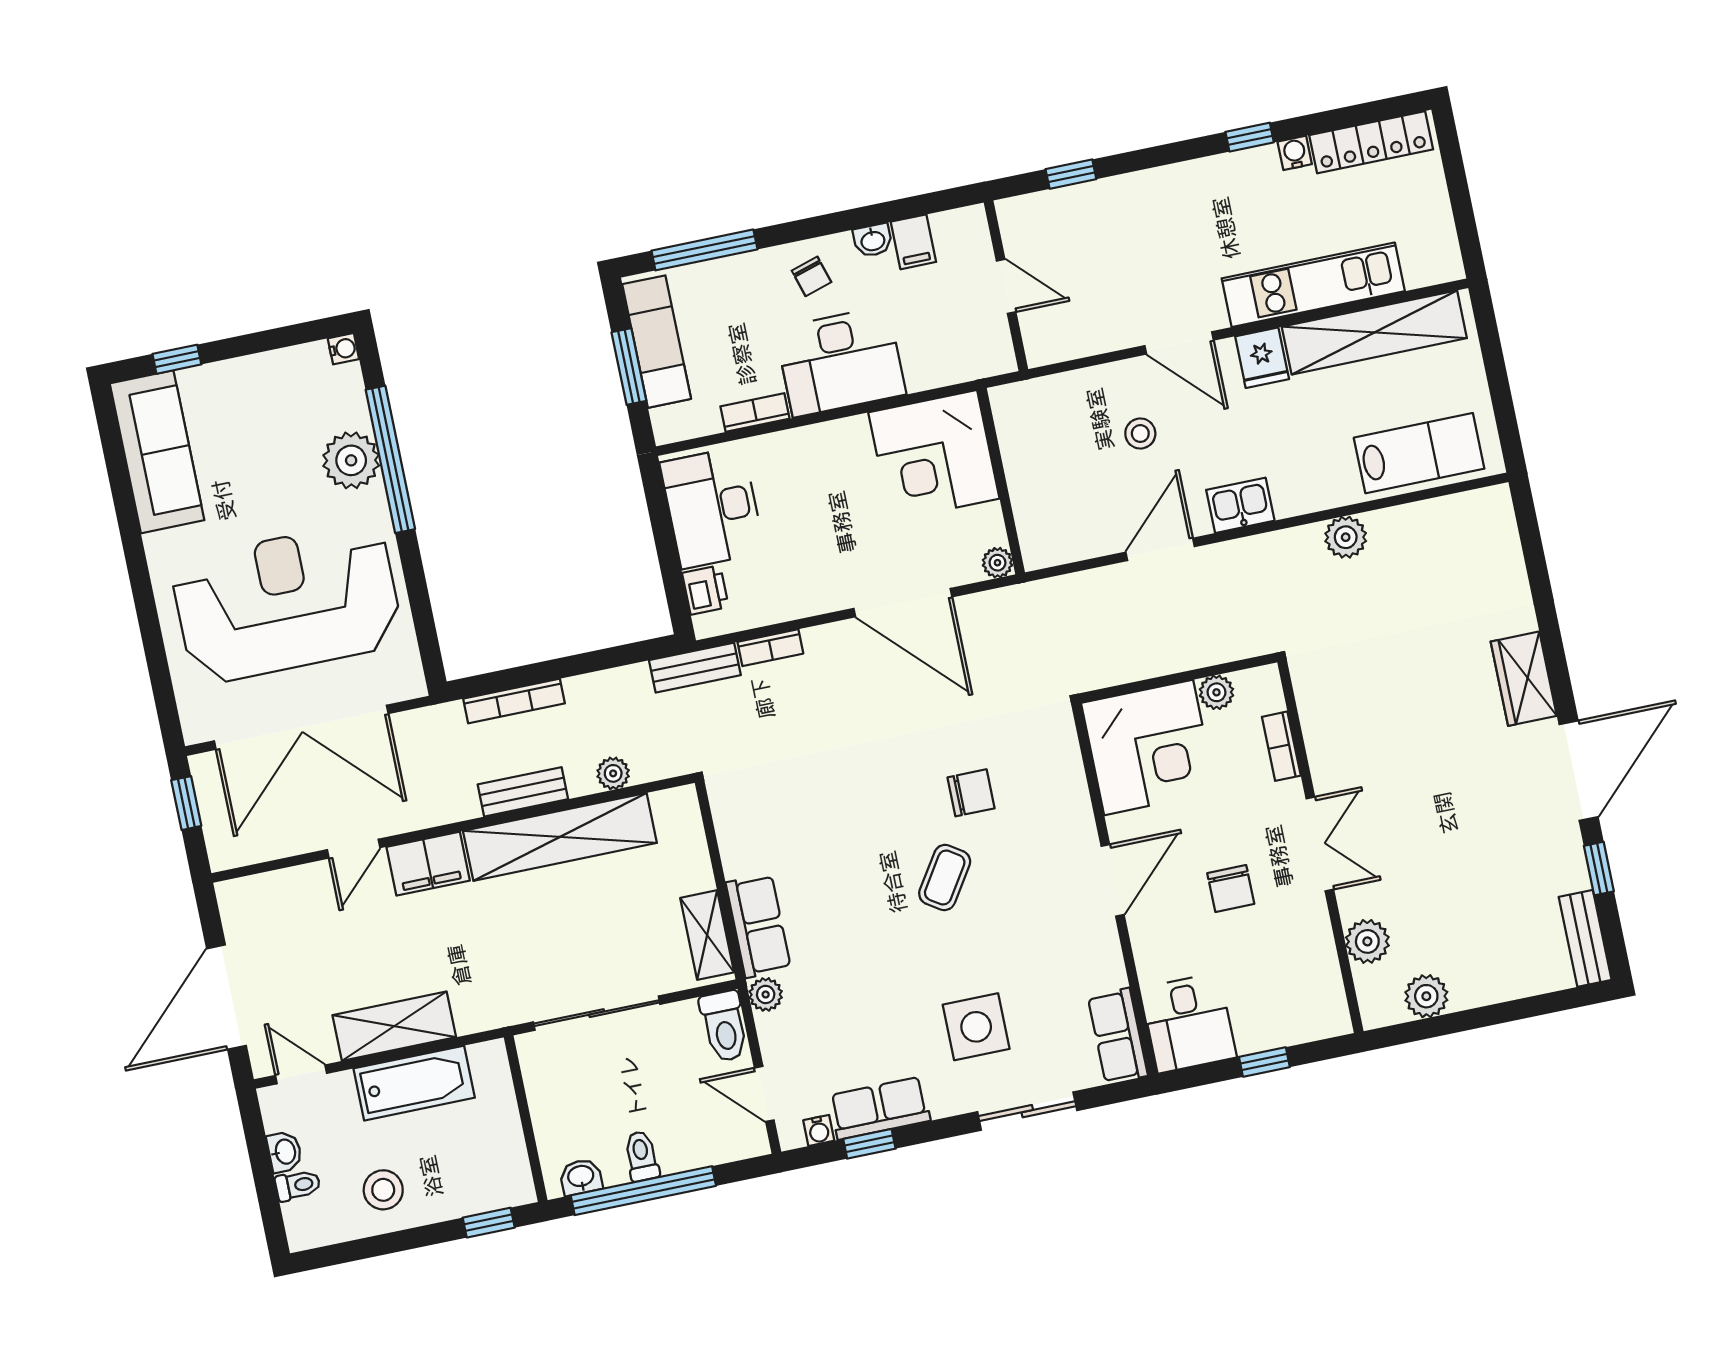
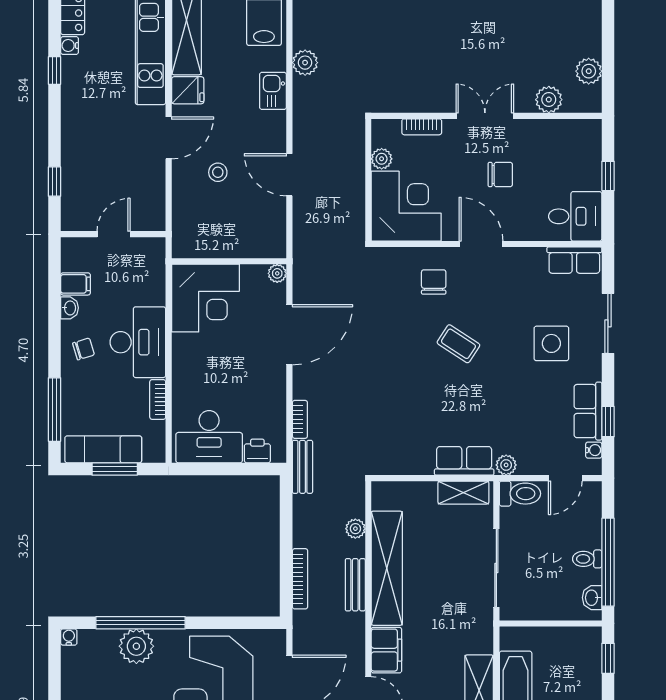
kitchen sink: (1240, 505) -> (273, 91), moved
chair: (971, 793) -> (434, 282), moved

